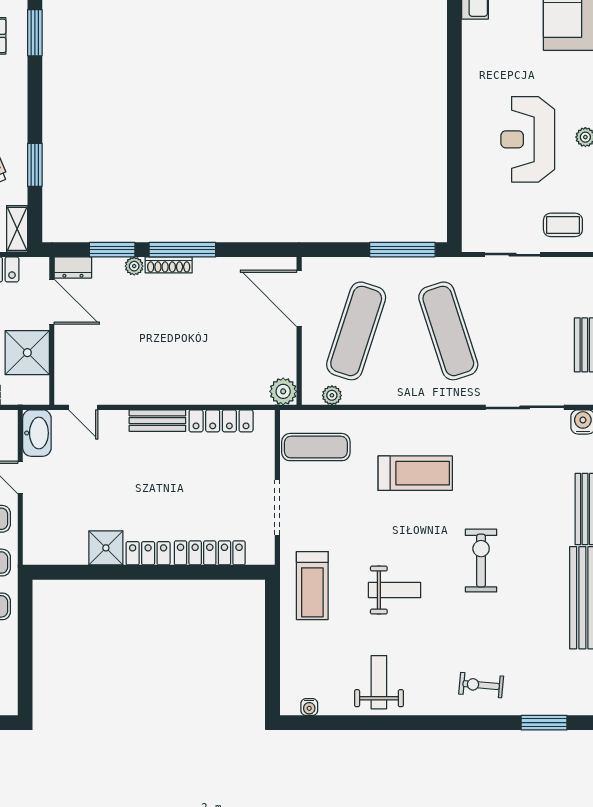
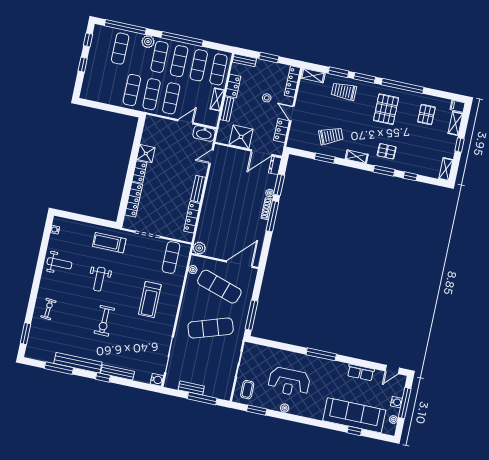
window: (454, 83) -> (321, 354), added
reception desk: (528, 139) -> (289, 382), turned 180
shelving: (17, 229) -> (357, 157), moved
exercise bike: (481, 561) -> (104, 321), turned 91

